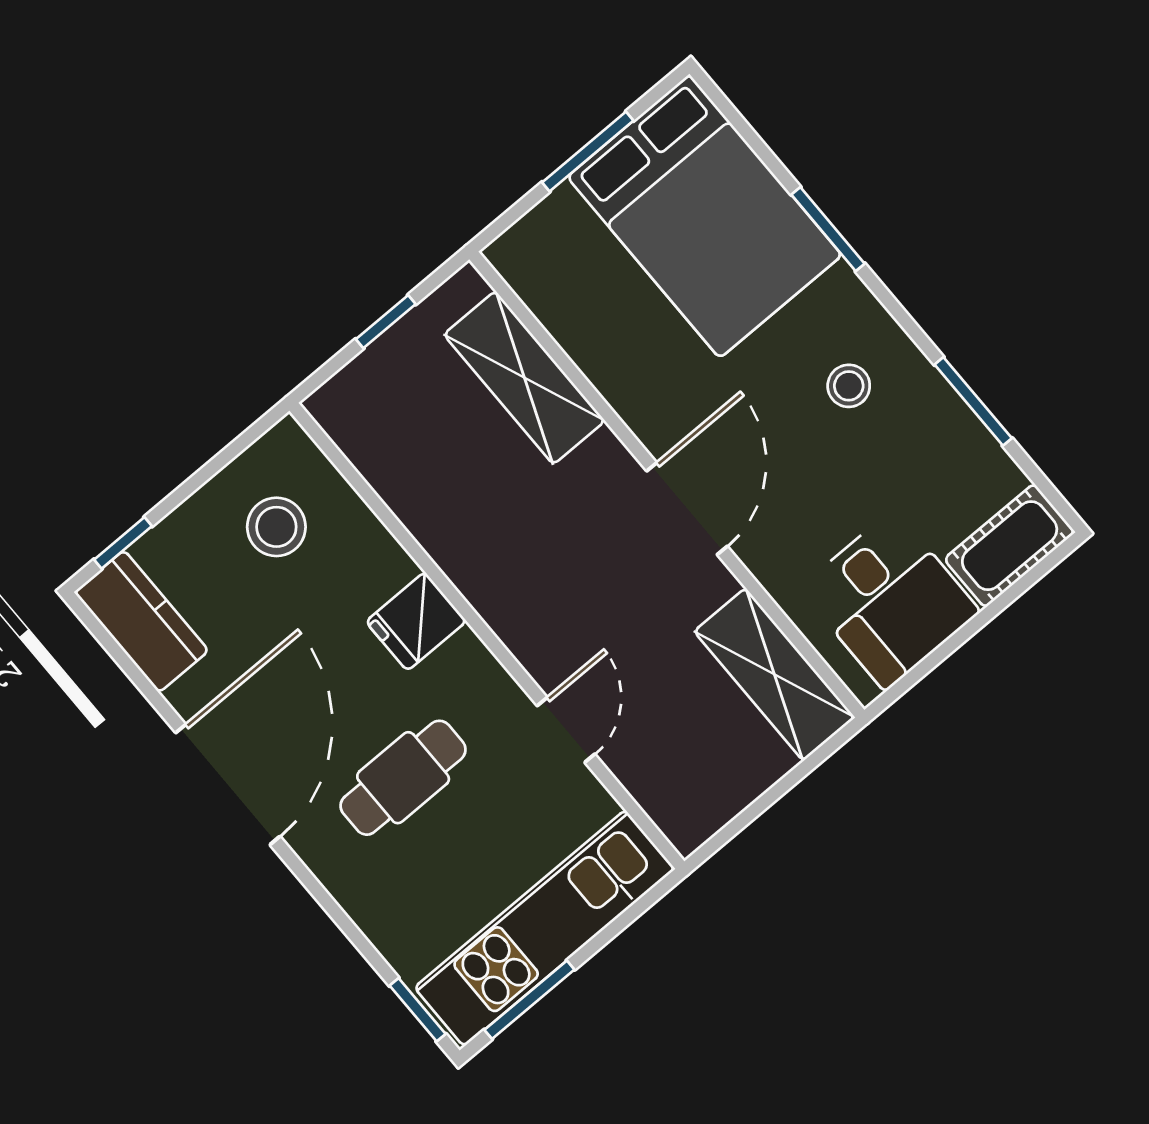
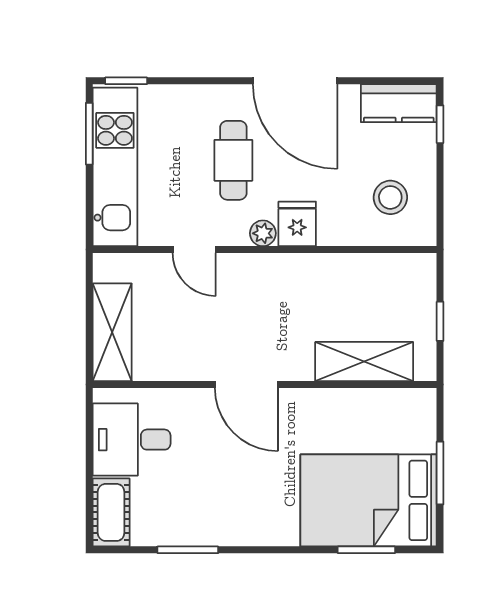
window: (828, 229) -> (366, 550), moved
stool: (849, 386) -> (241, 501), removed
plant: (467, 657) -> (263, 233), added
shelving: (774, 674) -> (112, 332), moved, turned 90

